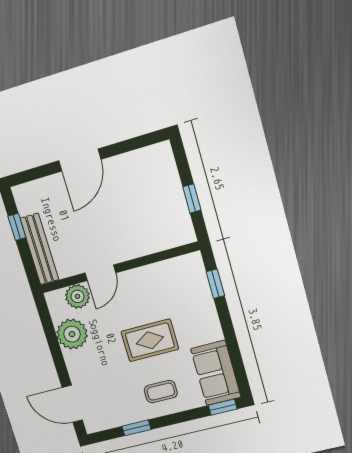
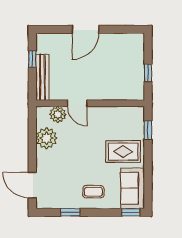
door: (100, 273) -> (77, 103), hinge flipped
rug: (150, 340) -> (123, 152), moved

